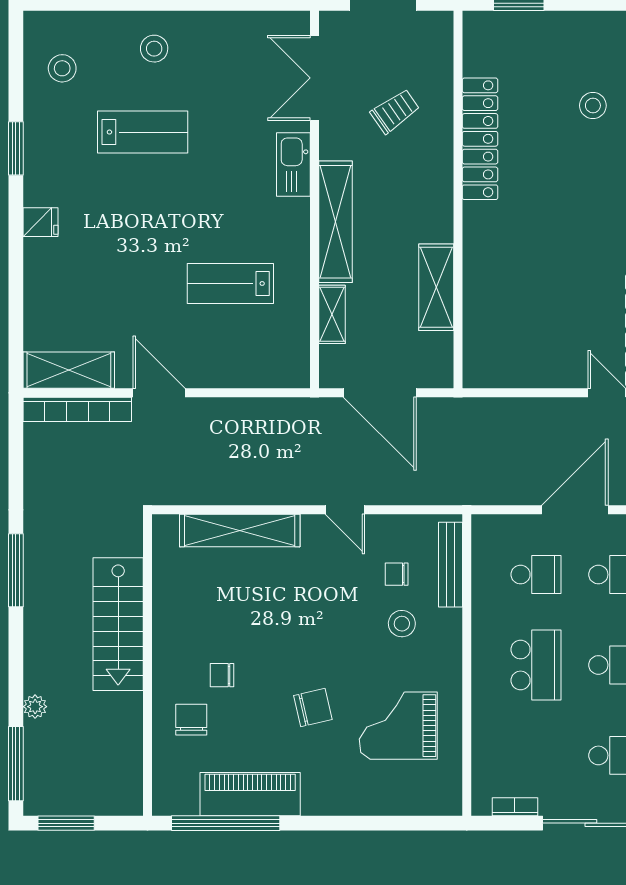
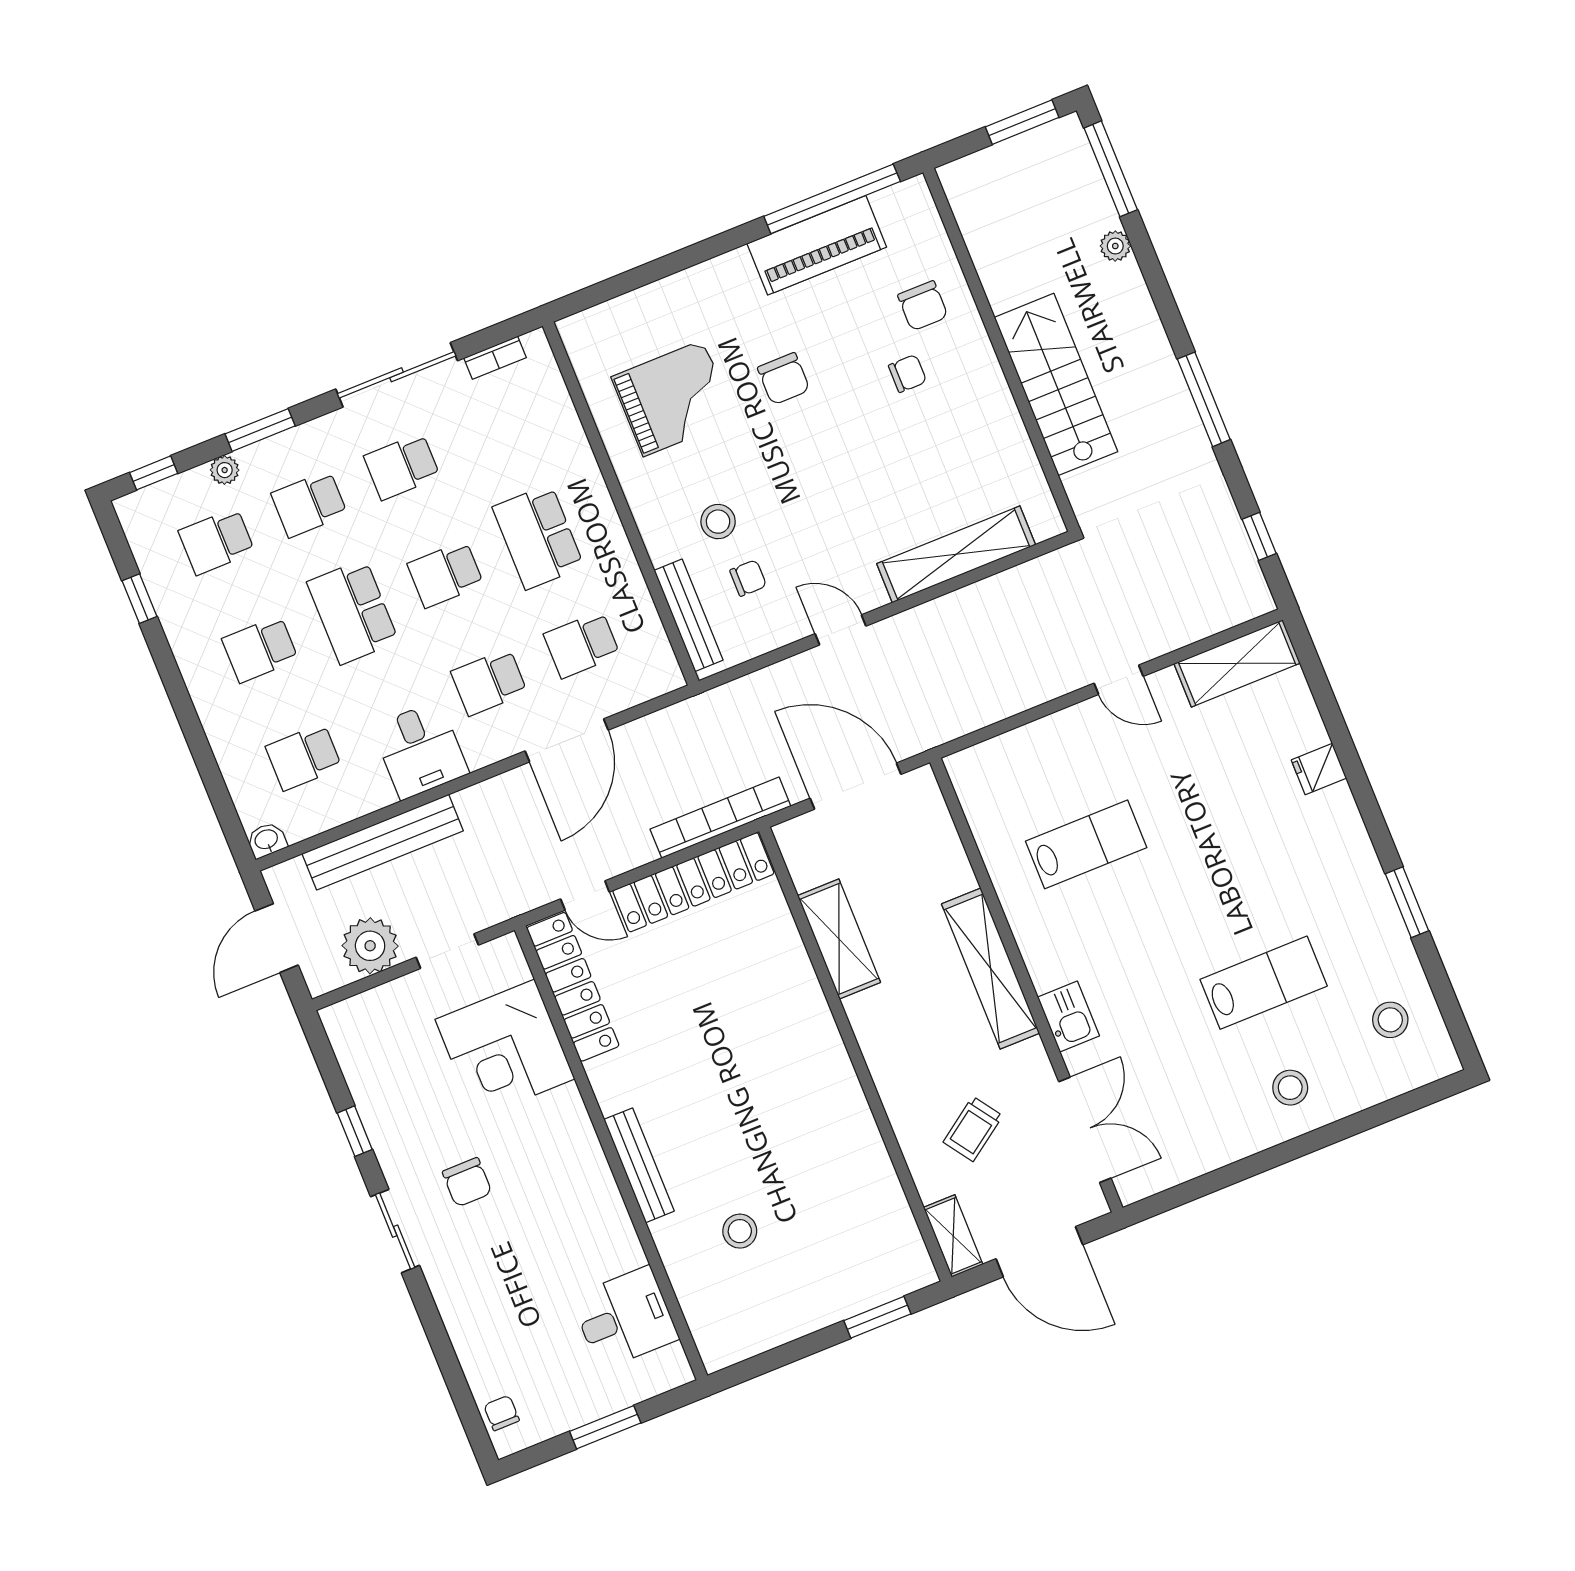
lab bench: (143, 132) -> (1264, 983), turned 180
locker: (480, 139) -> (693, 882), moved, turned -90
kitchen sink: (293, 164) -> (1068, 1017), width x0.73
fridge: (41, 222) -> (1319, 769), moved
shelving: (332, 314) -> (953, 1236), moved
door: (159, 393) -> (1119, 680), width x0.73
bookcase: (77, 409) -> (720, 818), moved
window: (16, 455) -> (1259, 536), added
chair: (313, 708) -> (784, 379), turned -77

